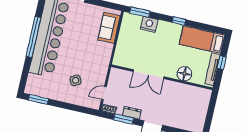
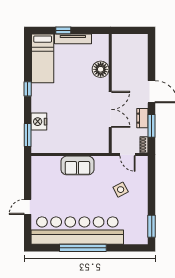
sofa: (109, 28) -> (77, 165), moved
double door: (149, 74) -> (110, 109), moved
floor lamp: (184, 74) -> (101, 69), moved
wall: (162, 77) -> (110, 94), moved

